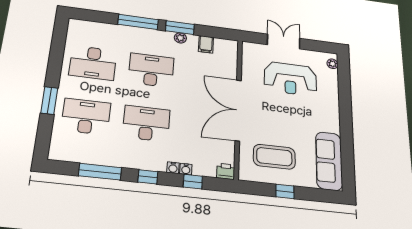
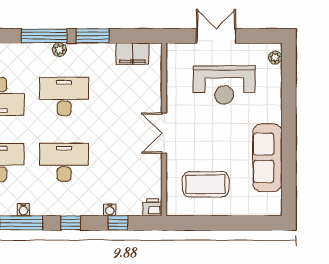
plant: (180, 38) -> (59, 50), moved
filing cabinet: (206, 44) -> (132, 54), width x2.00
double door: (238, 110) -> (164, 133), width x0.54
sofa: (329, 161) -> (267, 158), moved
water cooler: (173, 168) -> (23, 210), moved
window: (285, 191) -> (217, 223), removed

